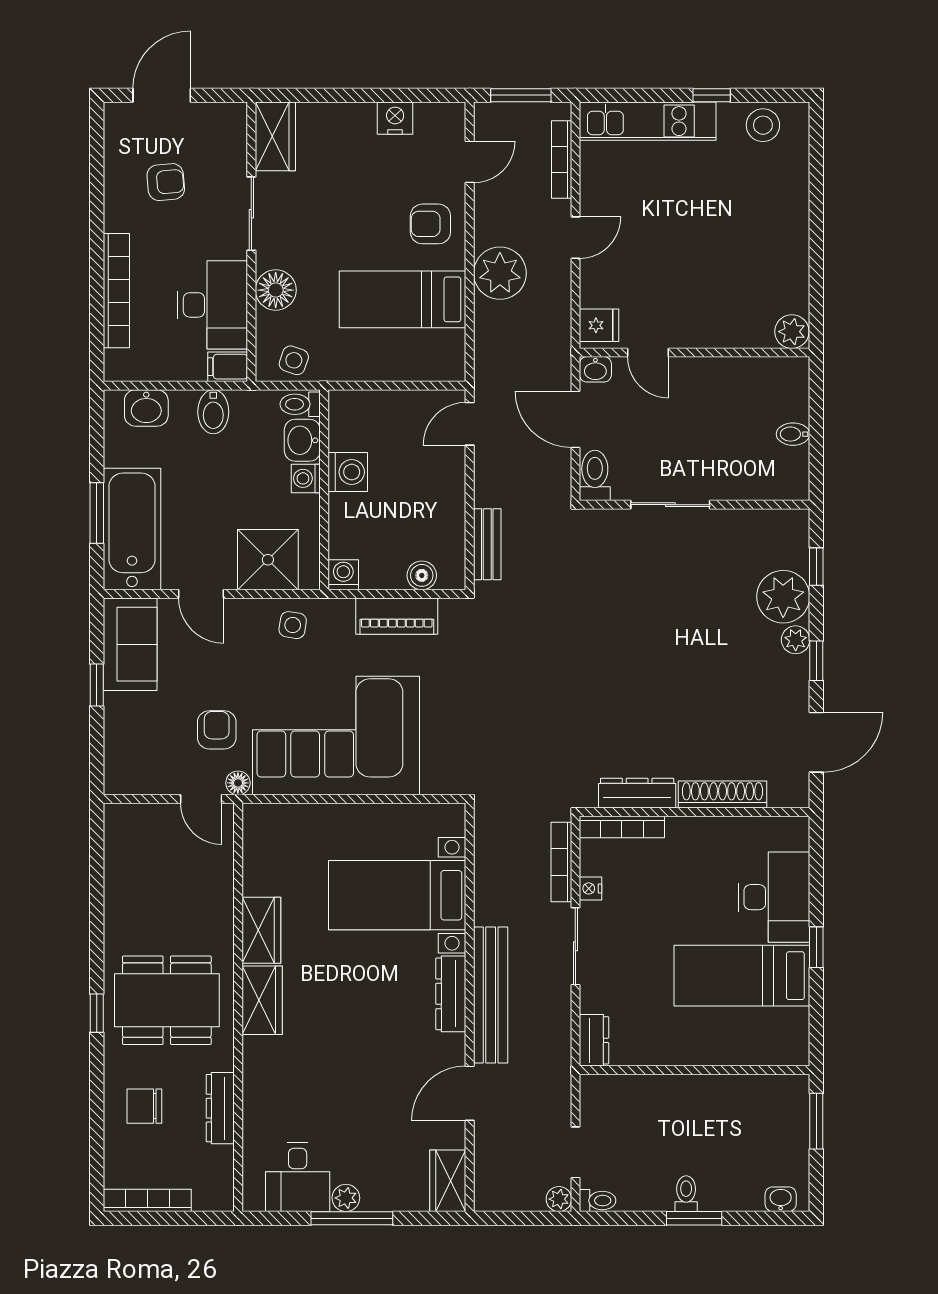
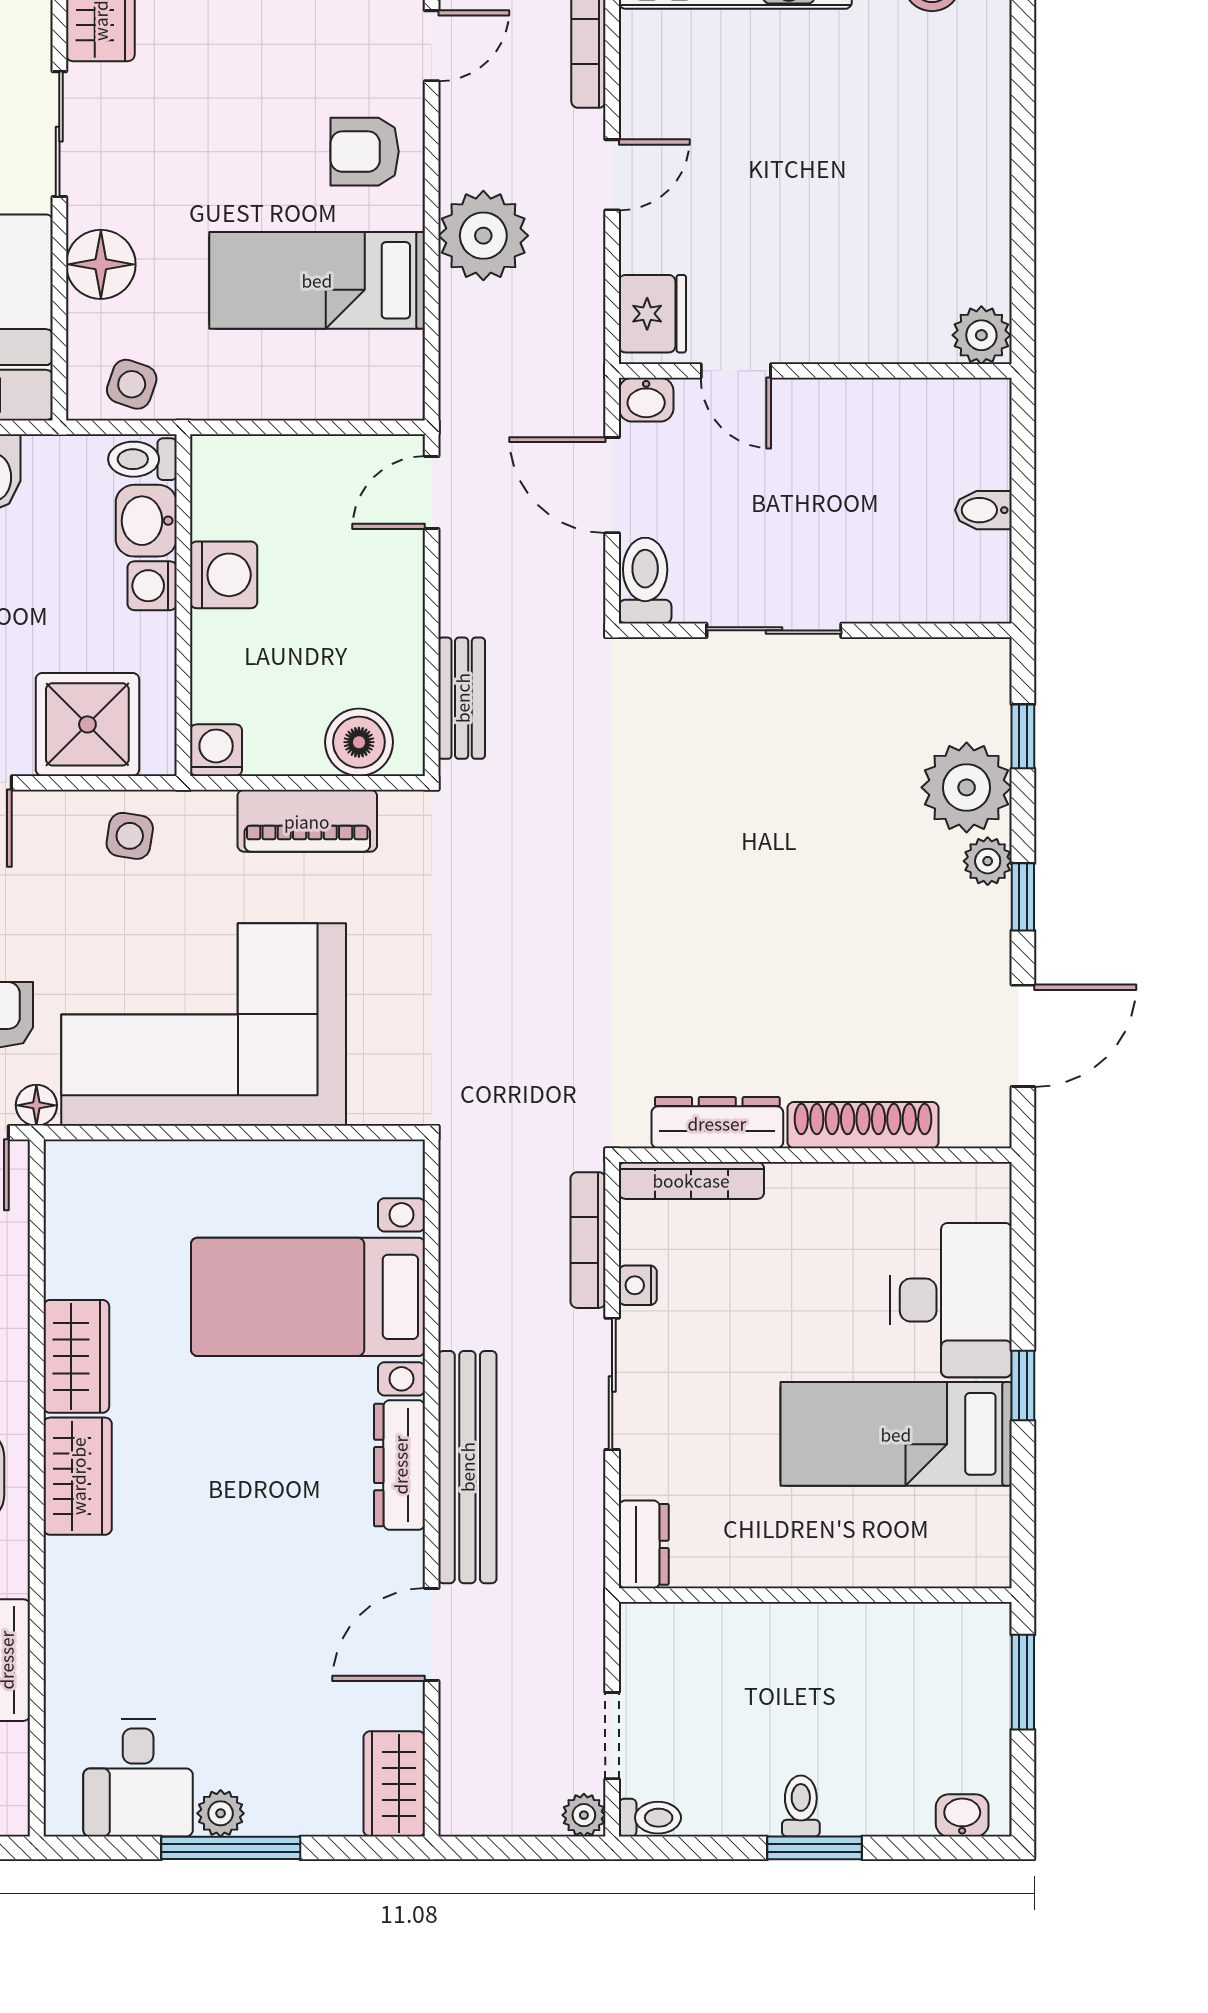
fridge: (599, 325) -> (652, 314), width x1.38
boiler: (422, 575) -> (359, 742), width x1.36, depth x1.36

